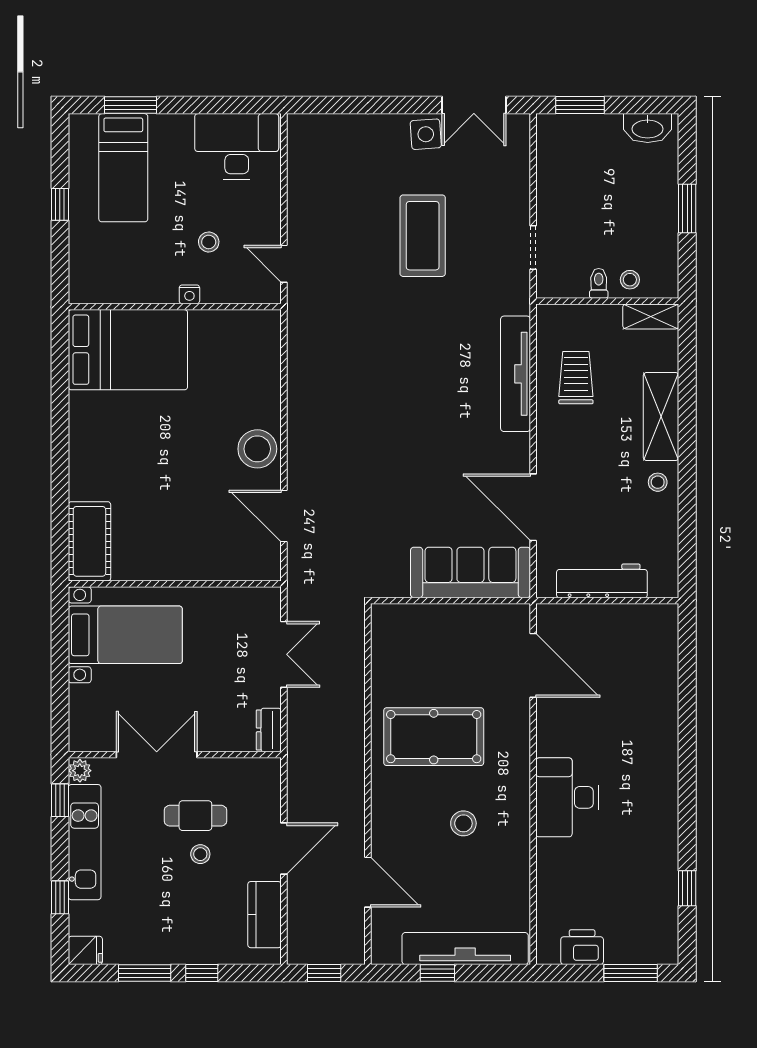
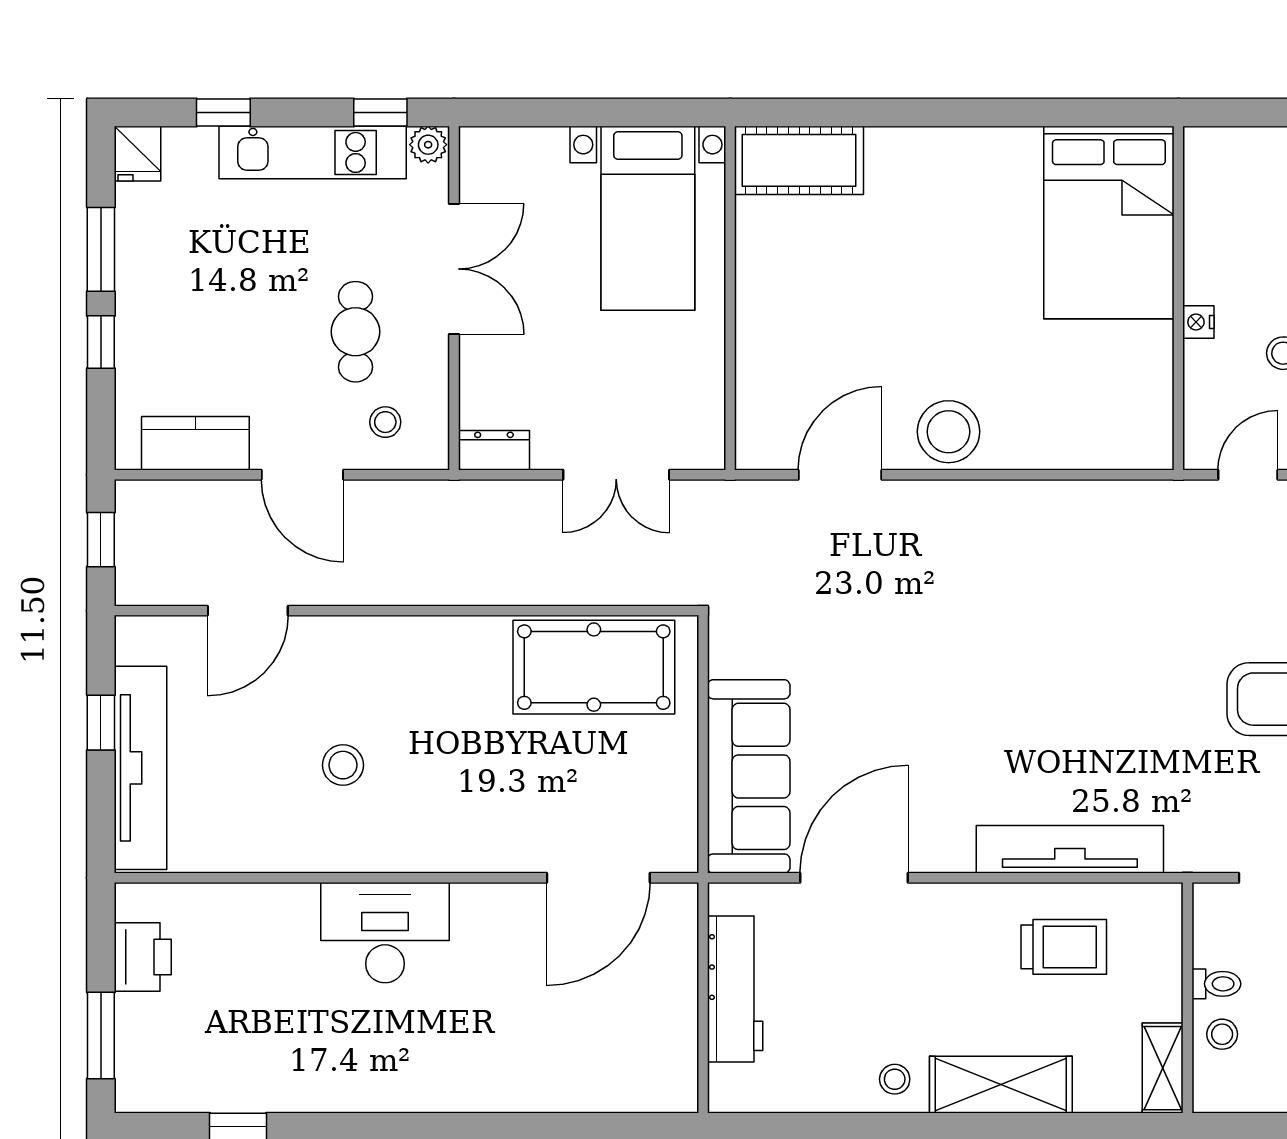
pool table: (434, 737) -> (594, 667), moved, turned 90
stool: (200, 854) -> (385, 422), moved

